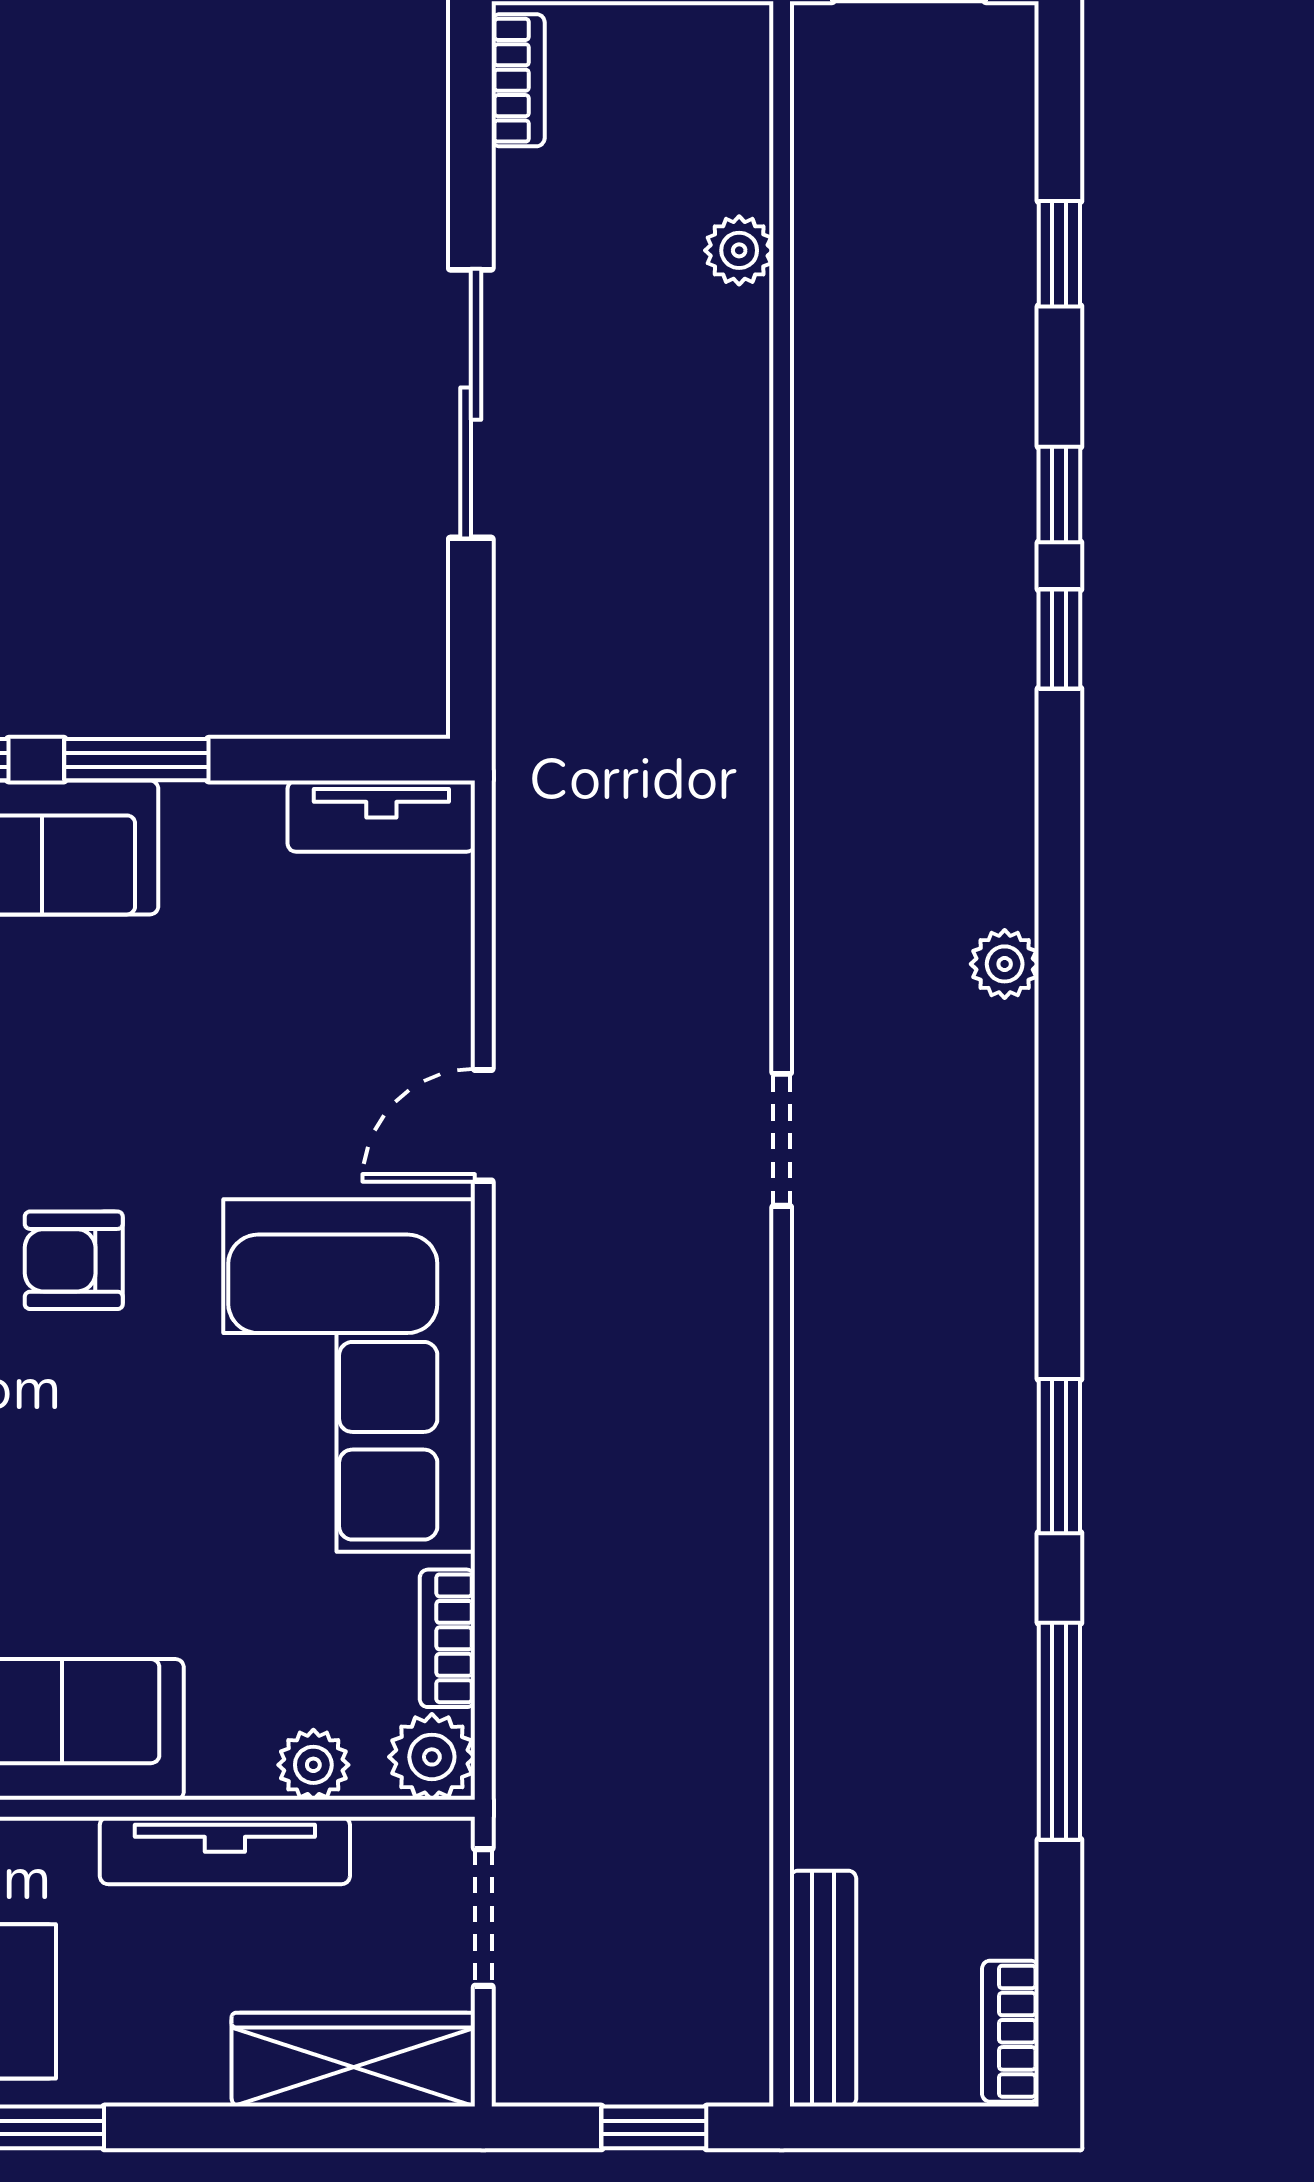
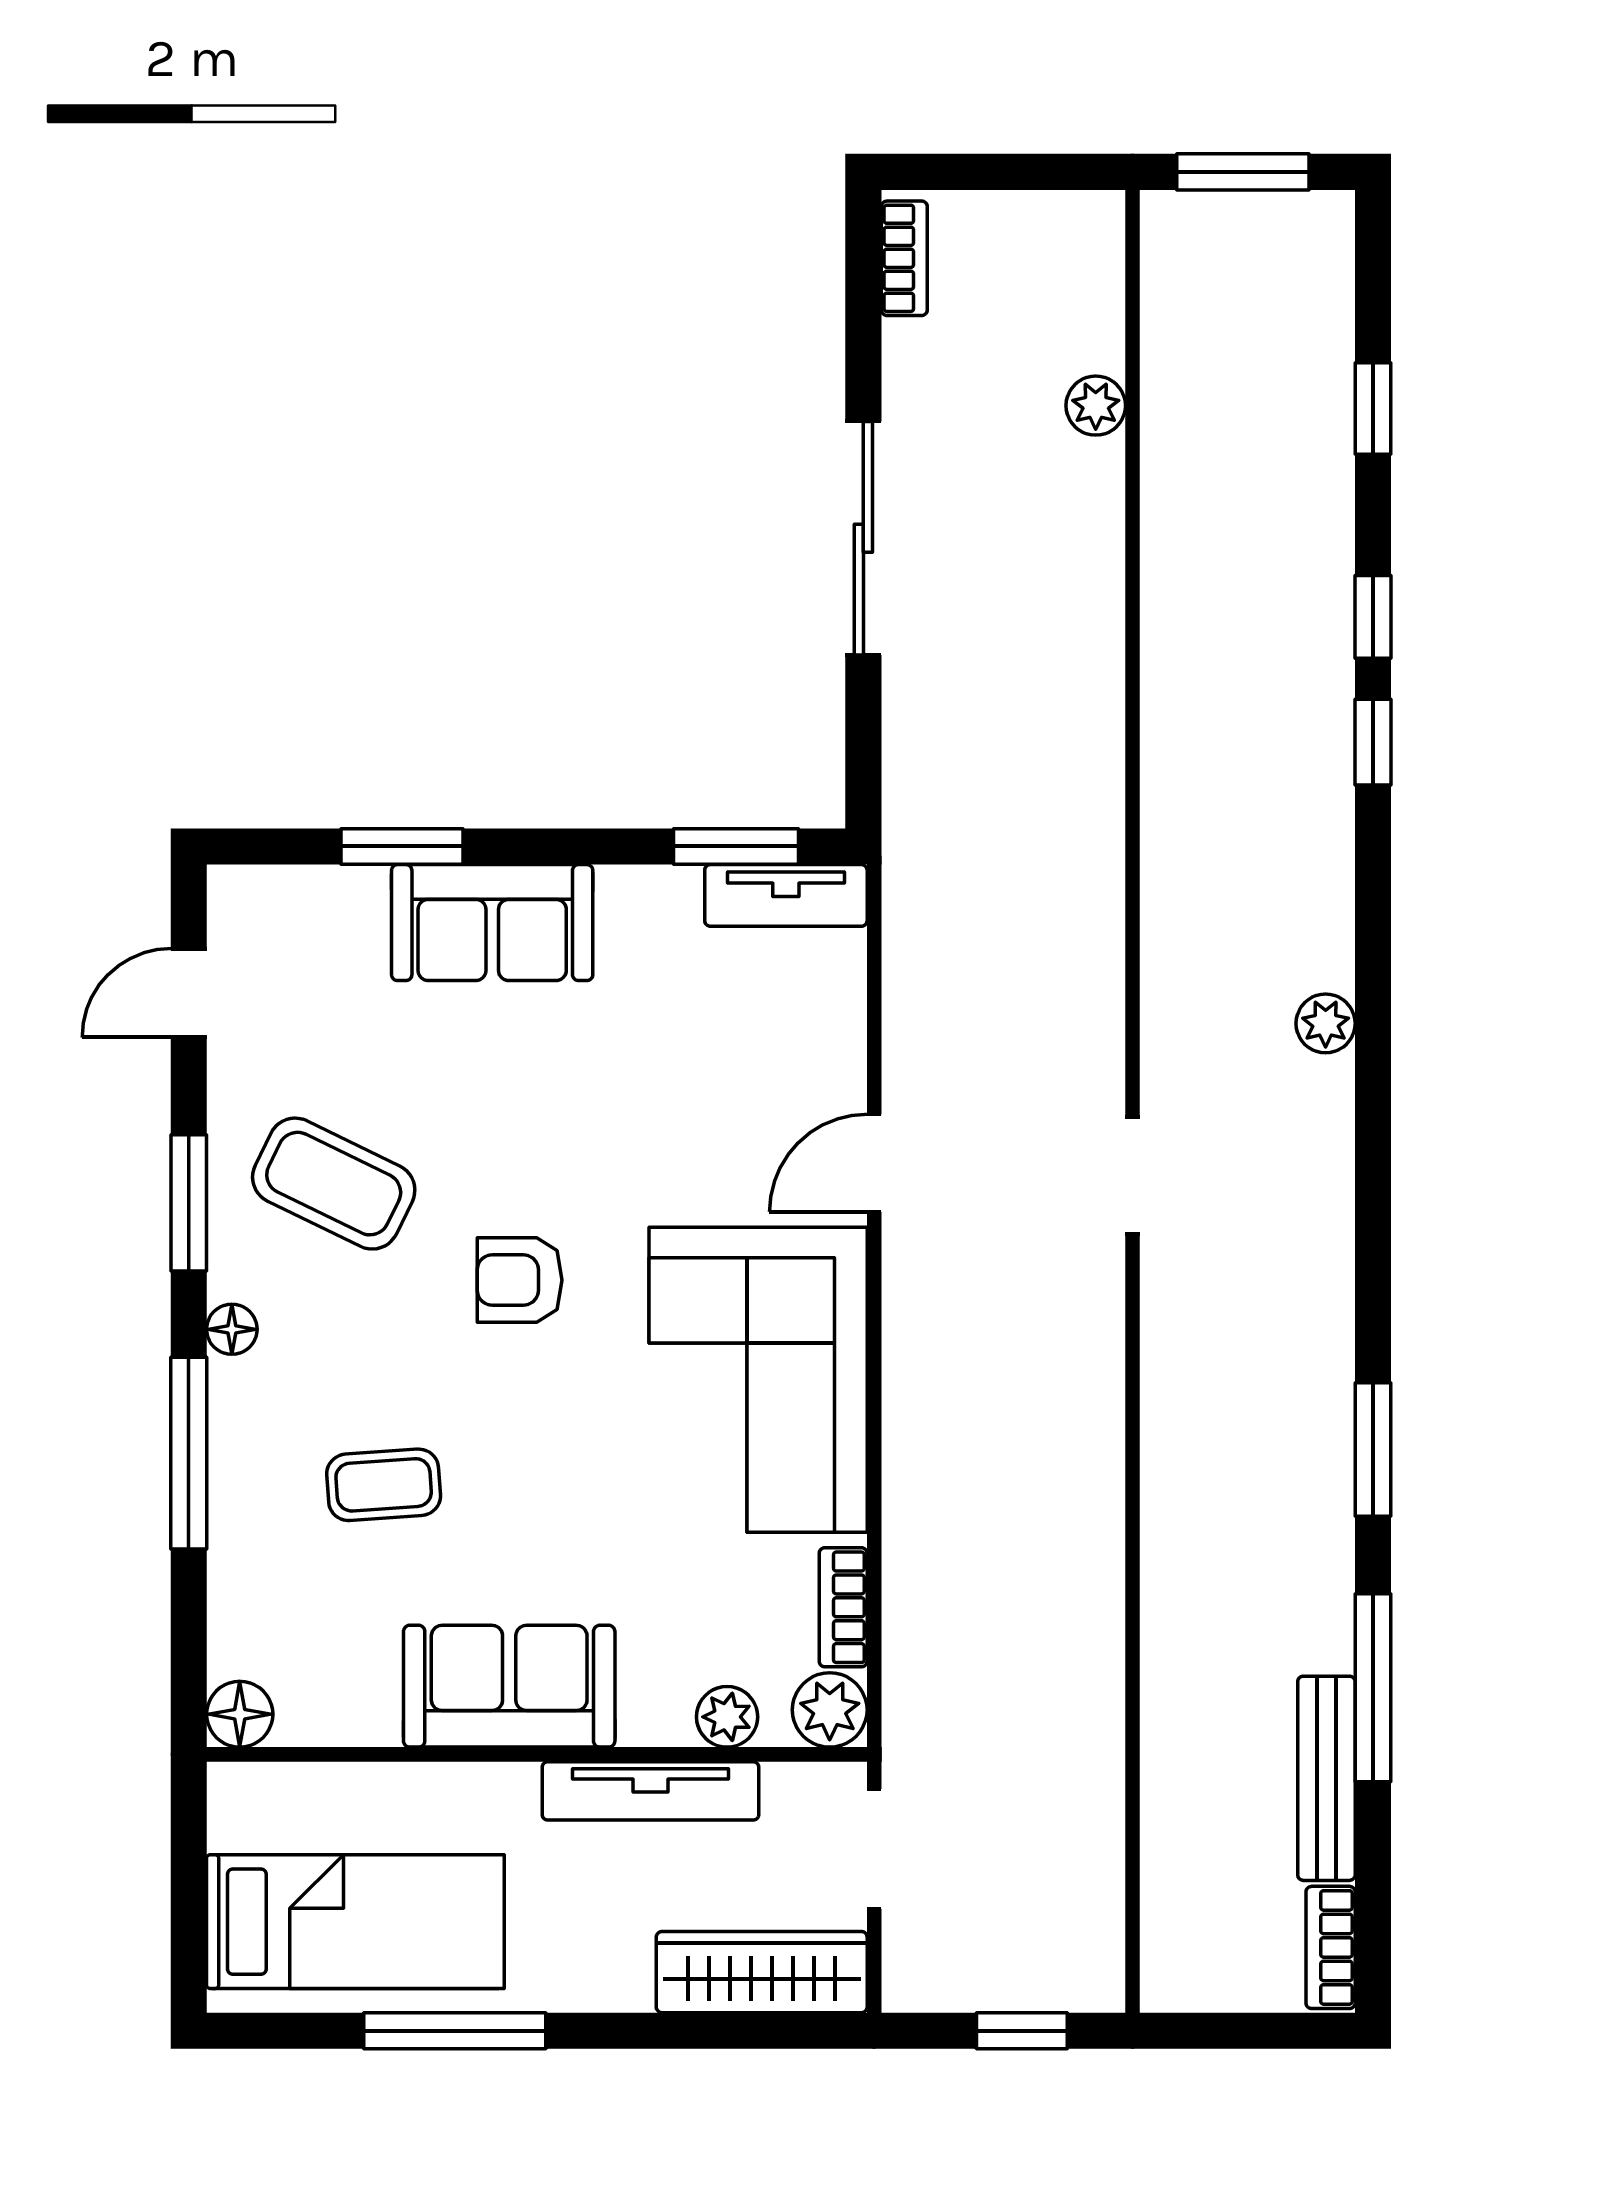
window: (136, 760) -> (736, 846), moved
bench: (823, 1989) -> (1326, 1778), moved

